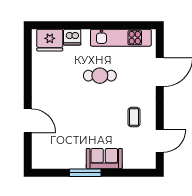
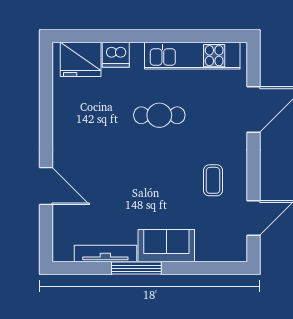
tv unit: (66, 164) -> (105, 254), added

